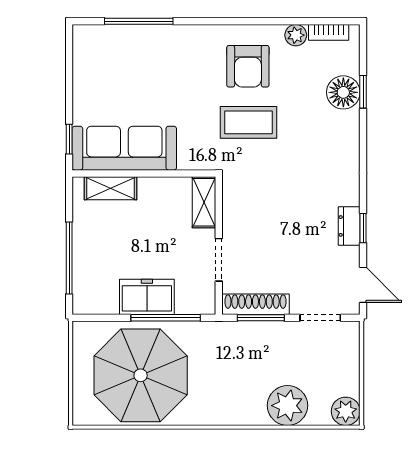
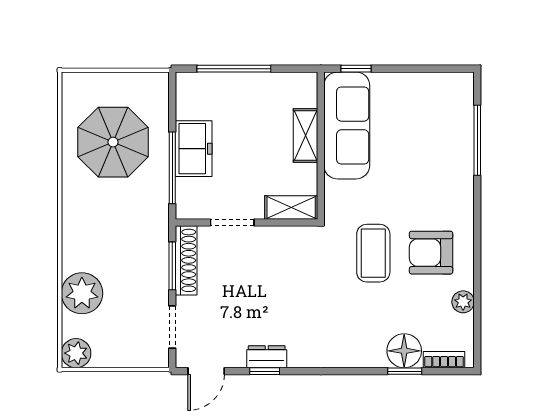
bookcase: (329, 32) -> (444, 360), moved, turned 90
shelving: (110, 188) -> (306, 136), moved
parasol: (141, 375) -> (113, 142), width x0.73, depth x0.73

